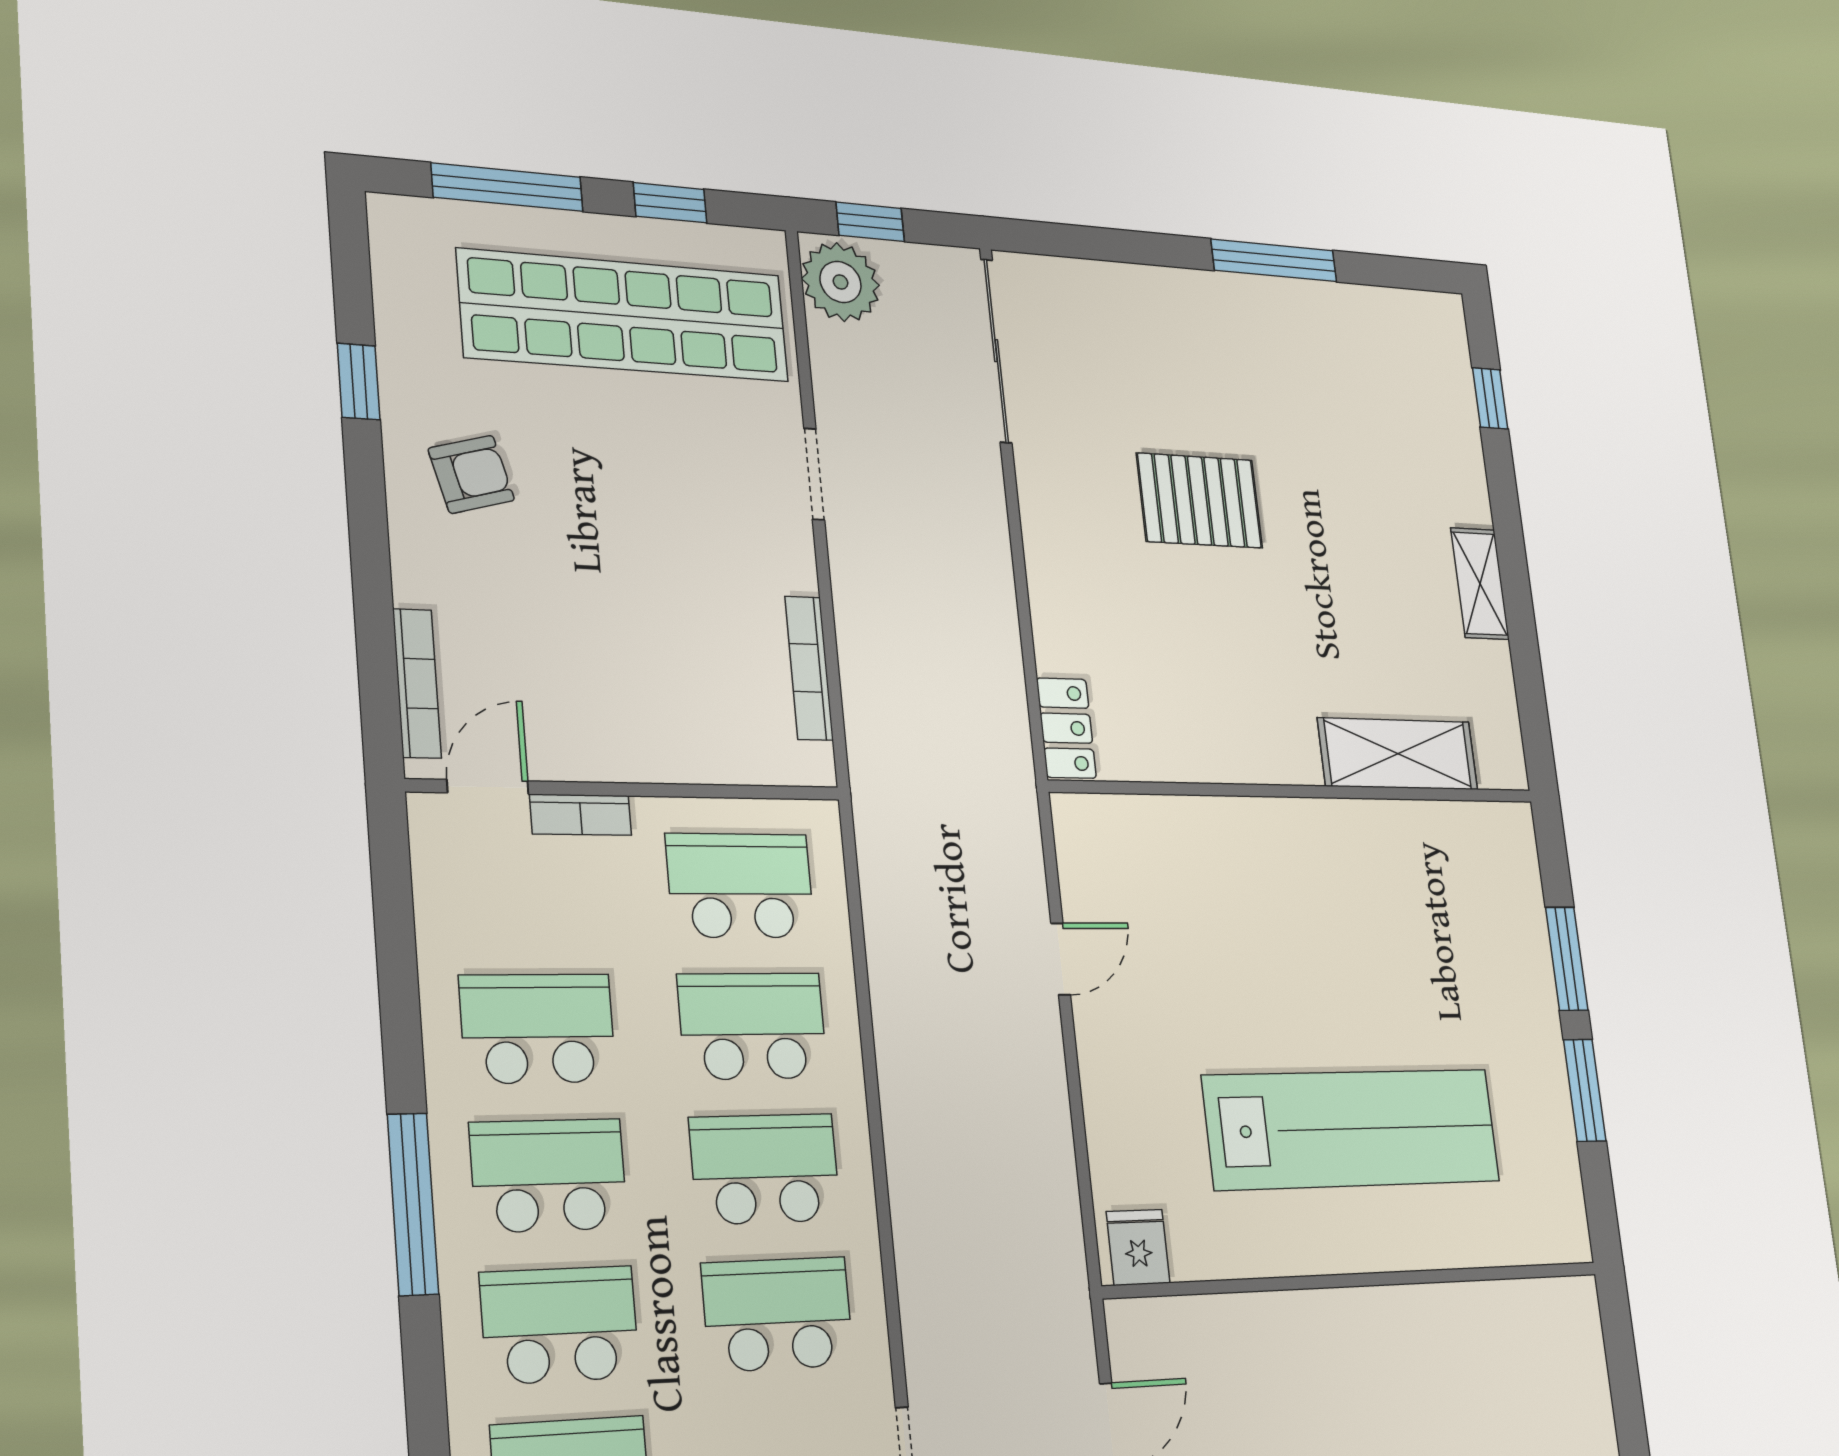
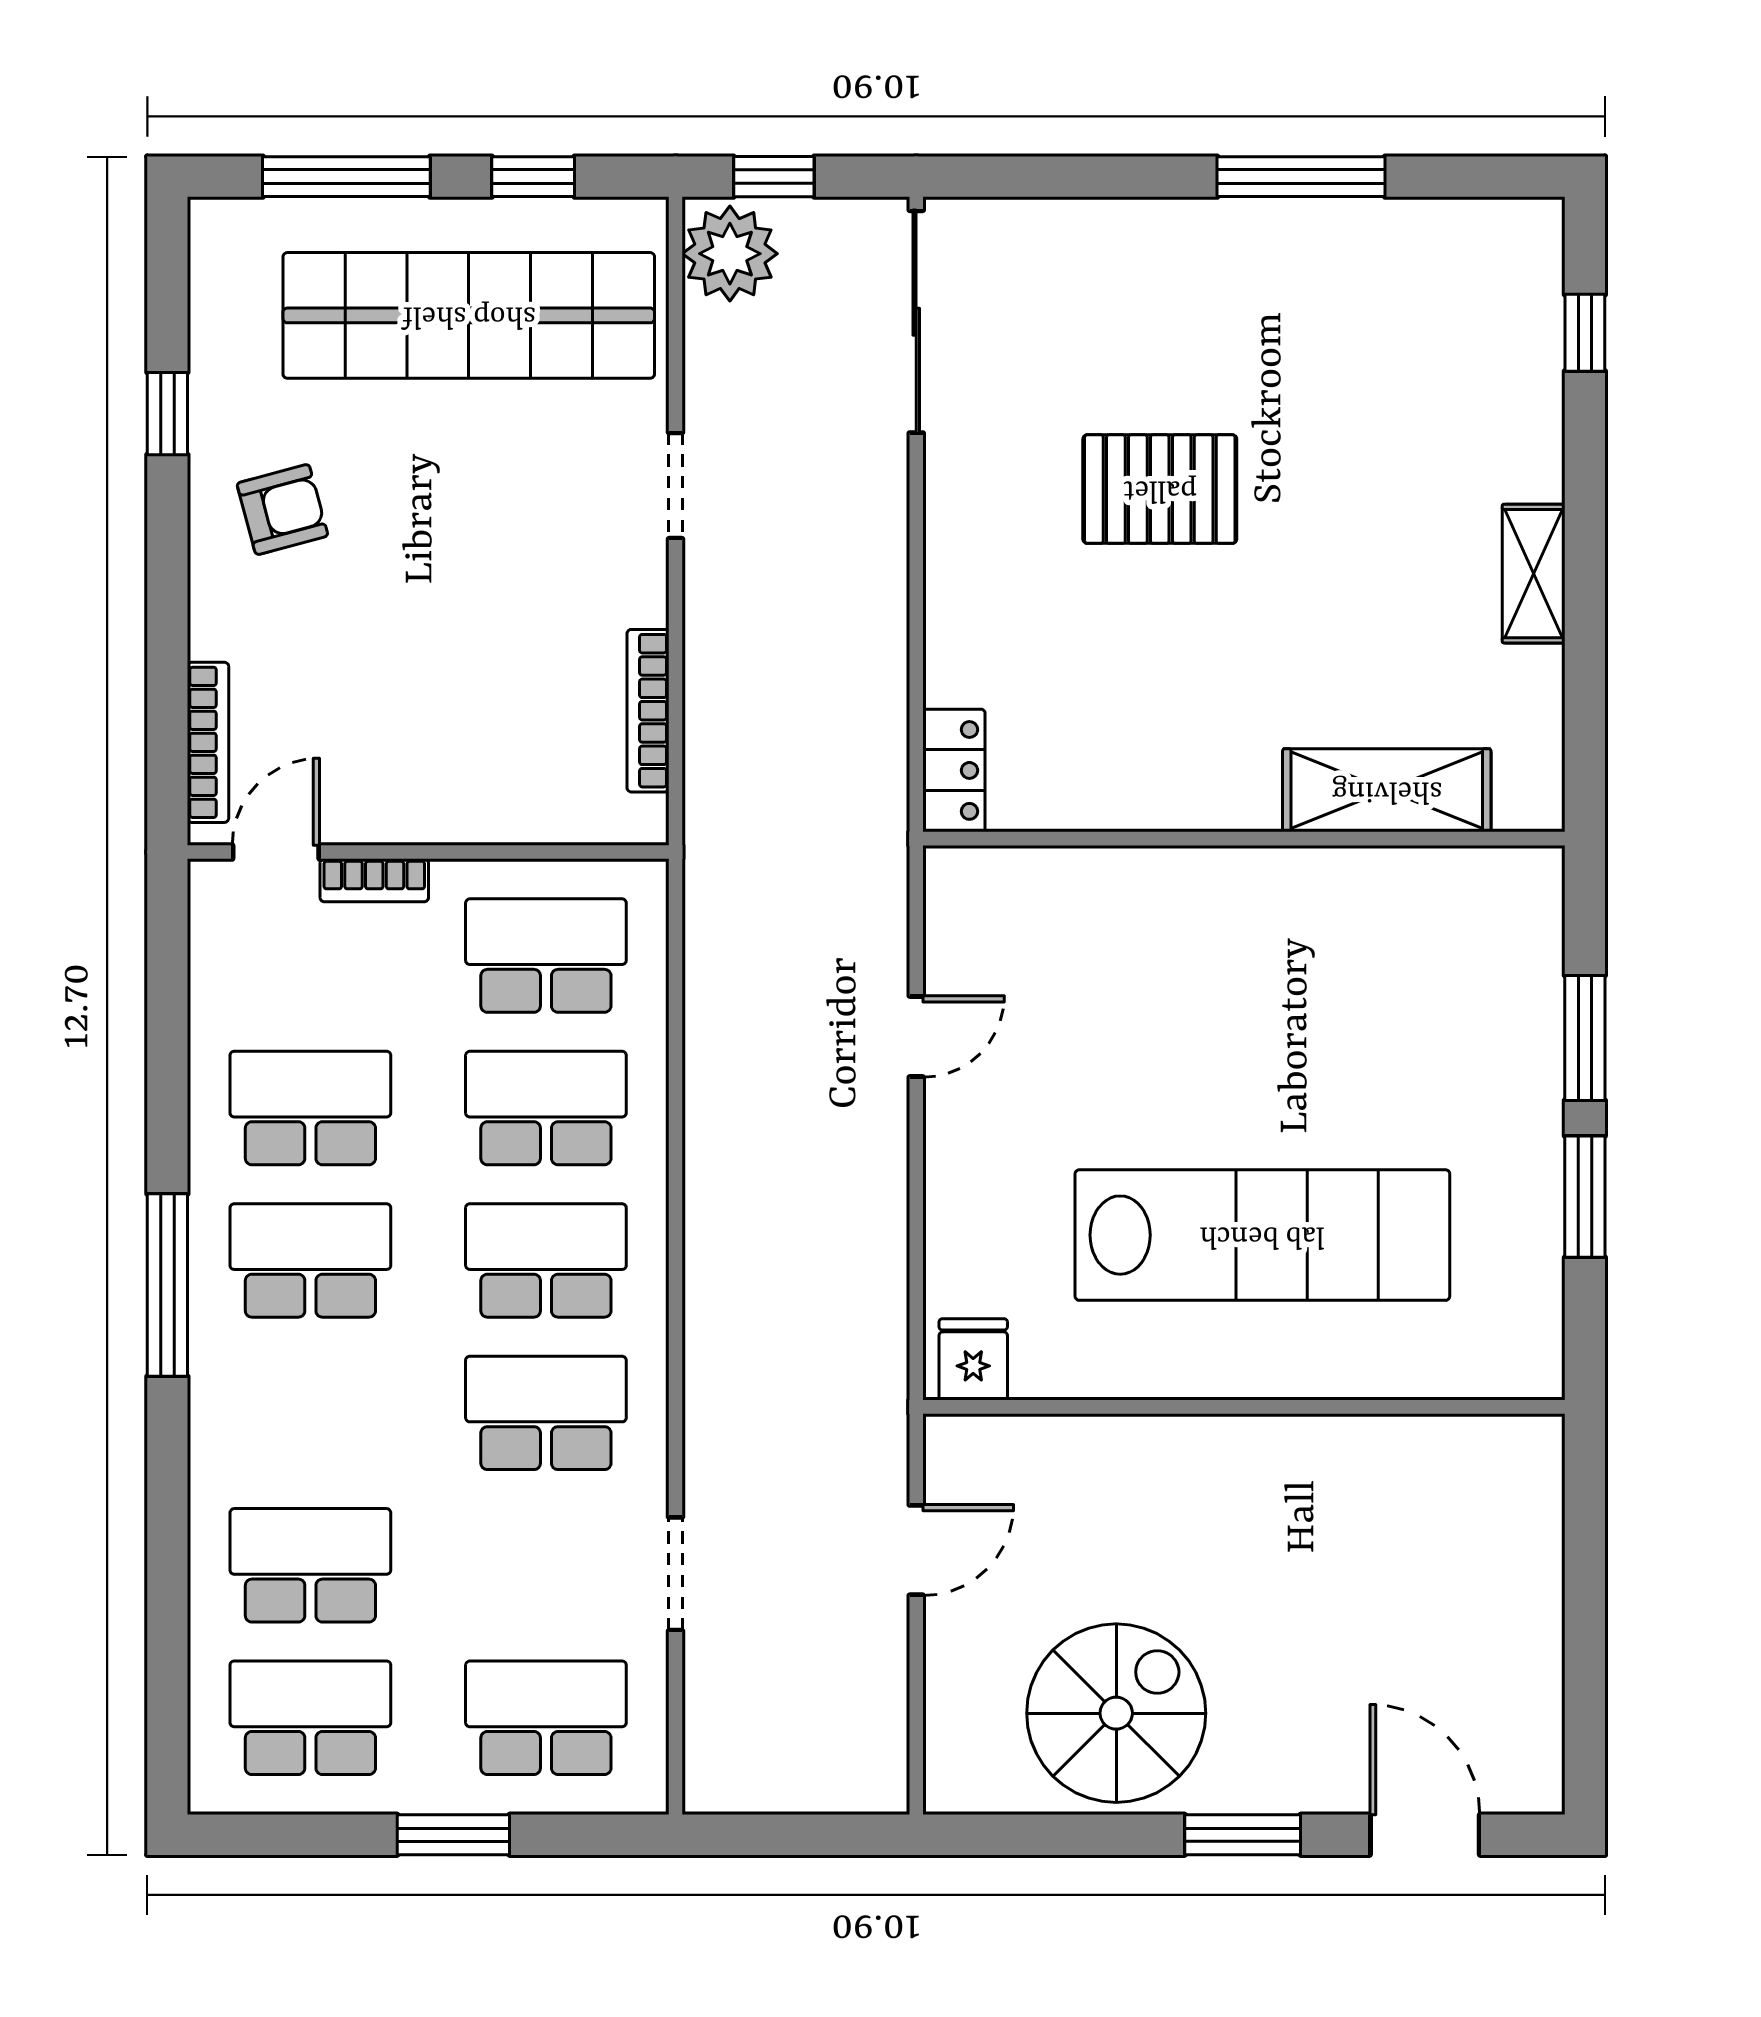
school desk: (560, 1325) -> (310, 1413), removed

